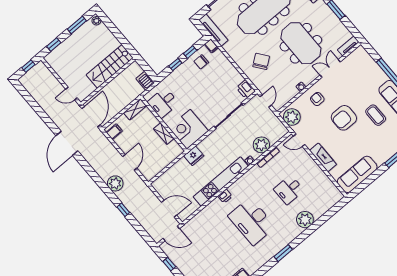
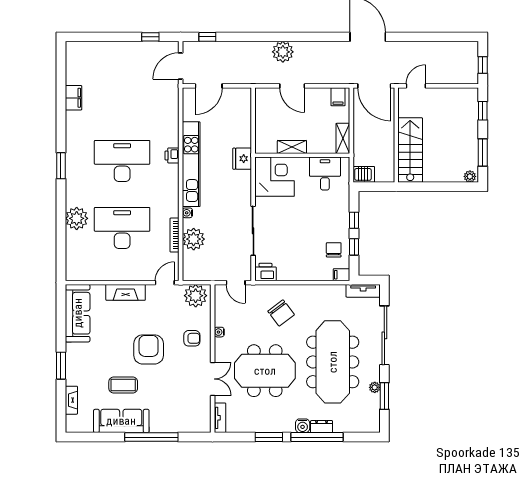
tv unit: (213, 30) -> (363, 291), width x0.71
desk: (289, 190) -> (122, 228), width x1.87, depth x1.30
window: (123, 210) -> (207, 37), moved

